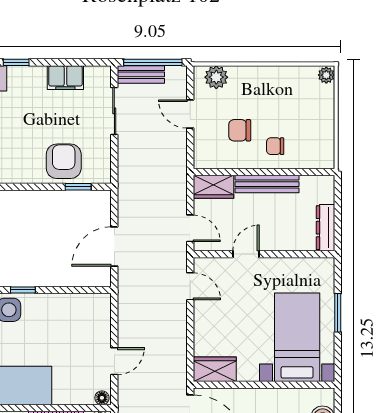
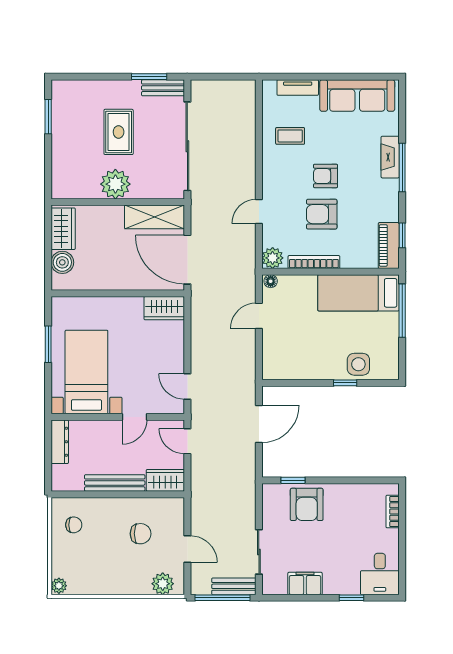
chair: (275, 146) -> (74, 525), moved
window: (338, 313) -> (48, 344), moved
bed with nightstands: (297, 337) -> (86, 372), moved, turned 180

